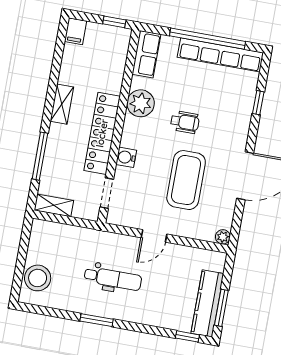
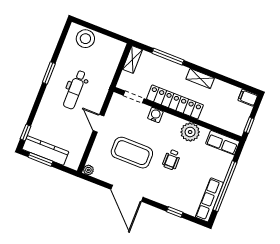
row of seats: (220, 55) -> (209, 200), width x0.73

